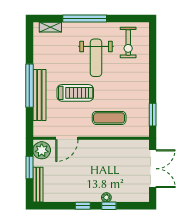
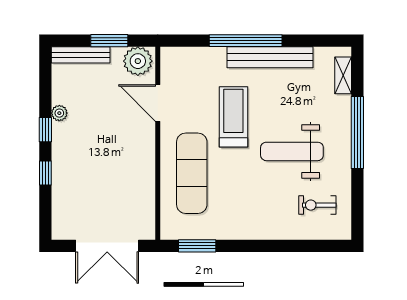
exercise bike: (128, 42) -> (317, 205), width x0.73, depth x0.72
treadmill: (75, 93) -> (233, 117), turned 180
bench: (39, 95) -> (270, 57), moved
exercise mat: (109, 118) -> (192, 173), width x1.36, depth x1.45
plant: (106, 197) -> (59, 113), moved

